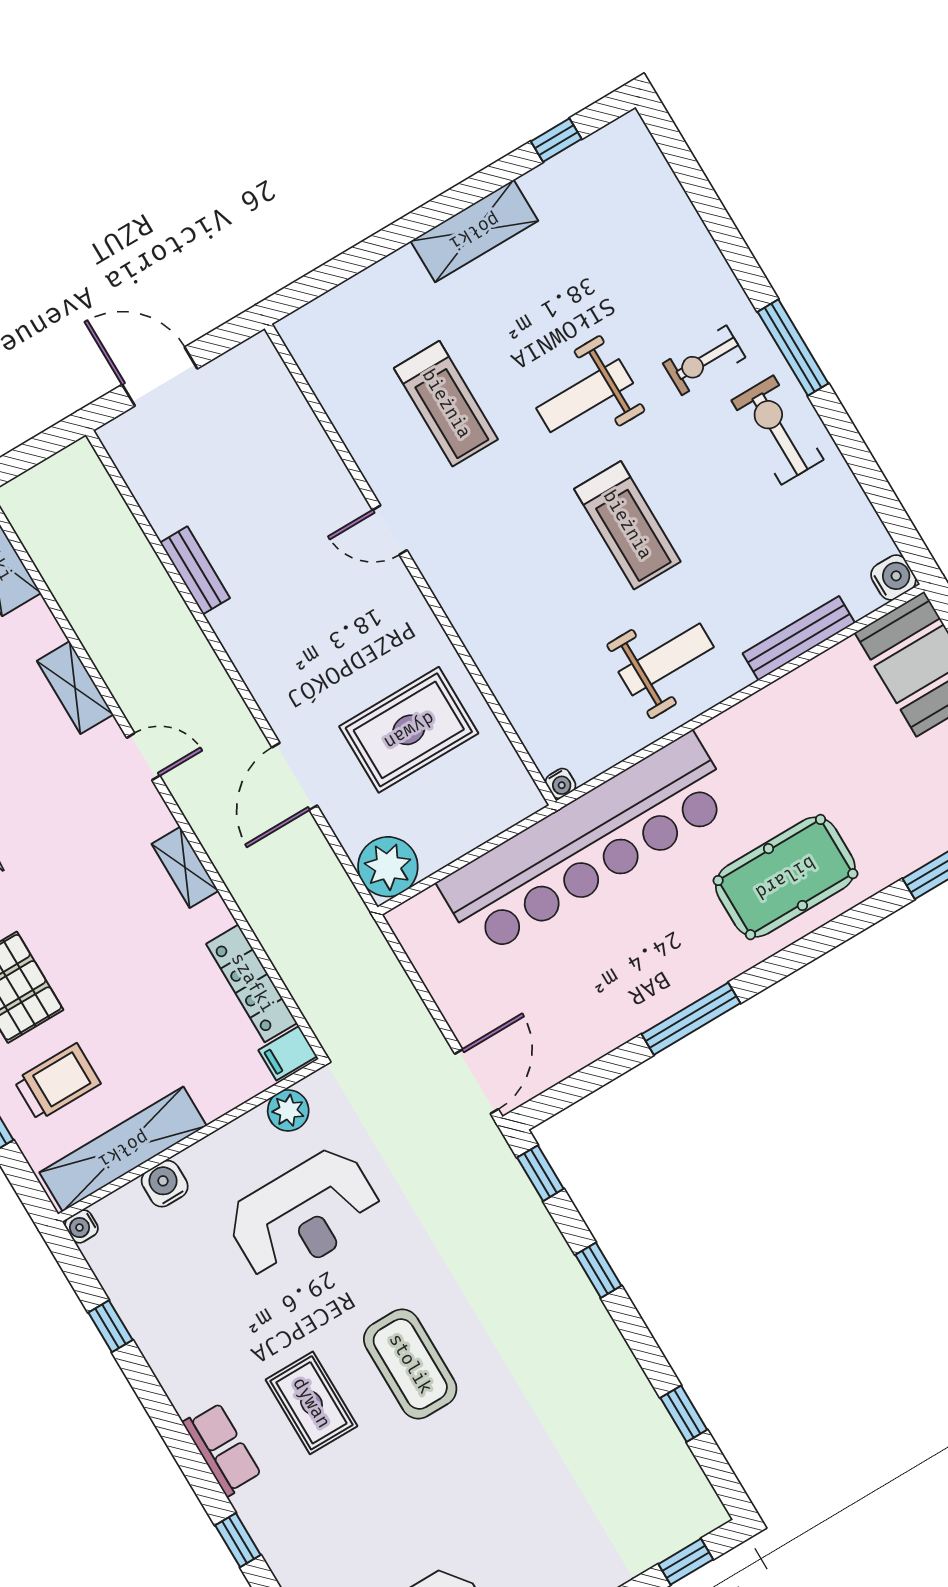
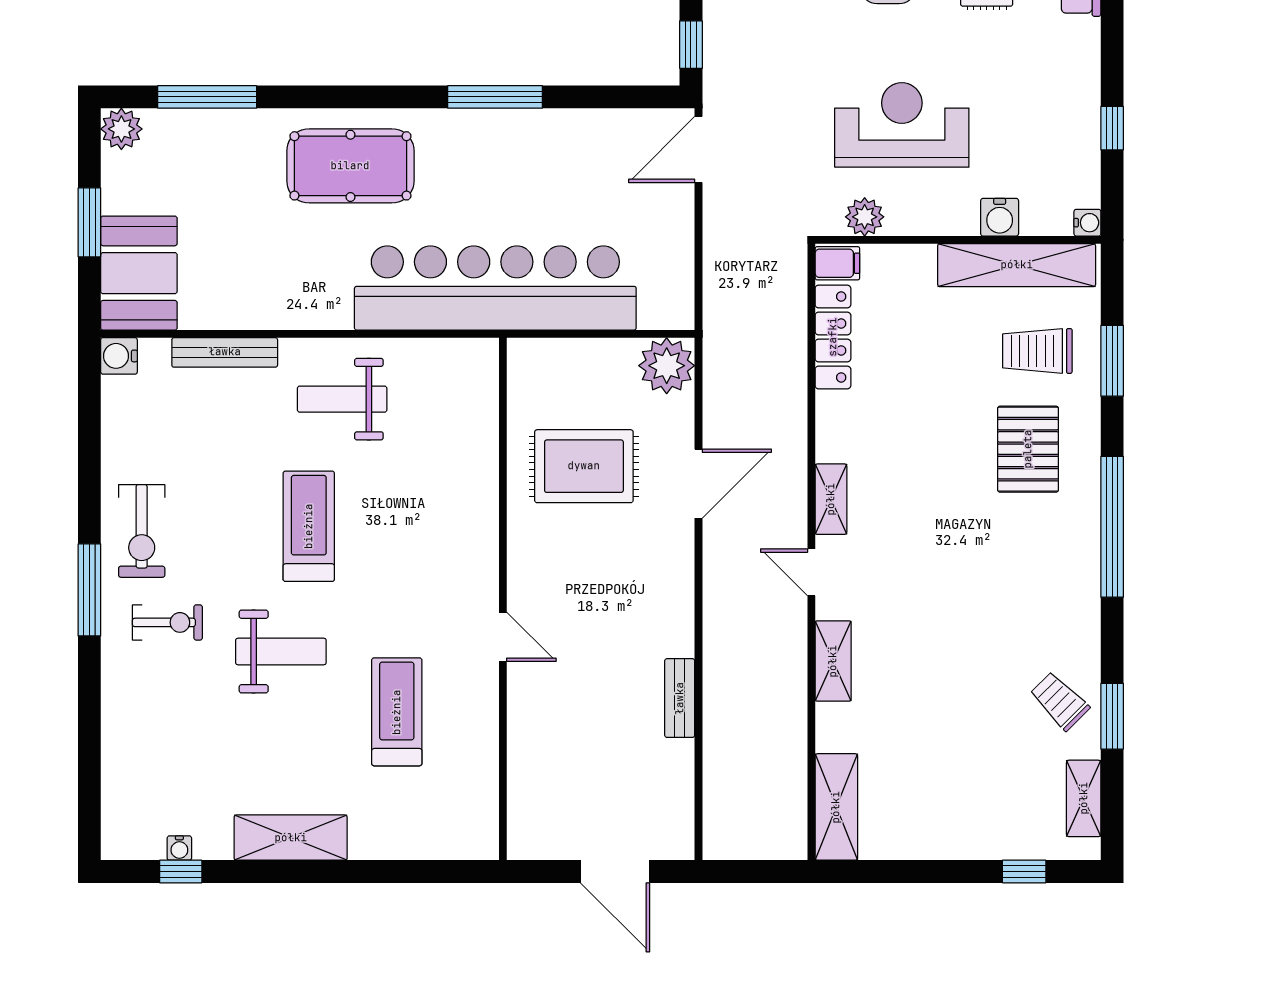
water cooler: (561, 783) -> (179, 848), moved, turned 180
shelving: (185, 867) -> (831, 499), moved

